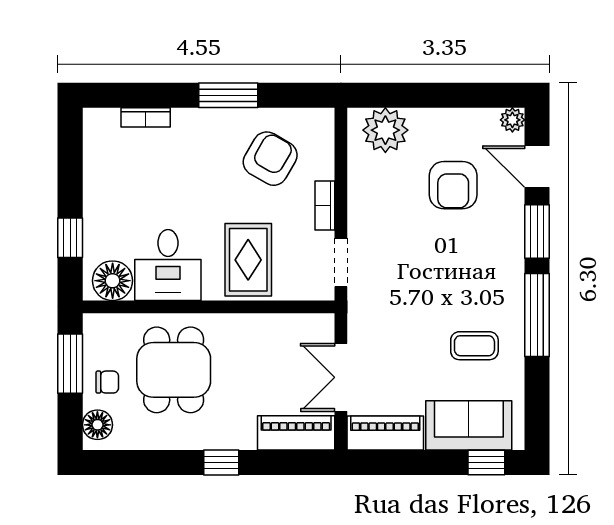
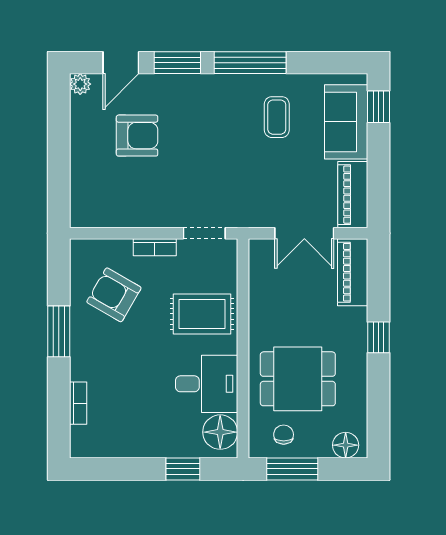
plant: (385, 130) -> (89, 195), removed
chair: (107, 382) -> (284, 435), moved

